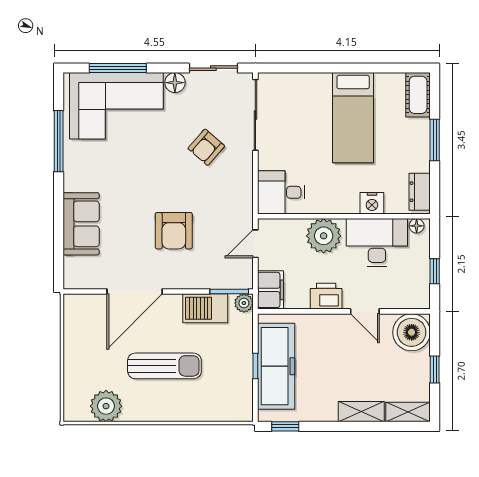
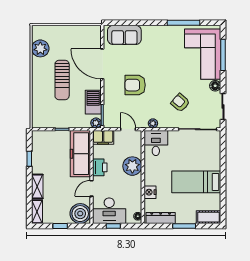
dresser: (420, 192) -> (161, 218), width x1.44
plant: (245, 198) -> (153, 123), added
sofa: (81, 224) -> (124, 35), moved
desk: (377, 242) -> (109, 211), moved, turned 90
freezer: (276, 366) -> (80, 154), moved, turned 90
window: (285, 426) -> (29, 159), moved

